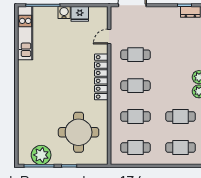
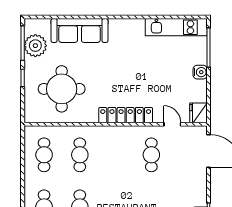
fridge: (80, 14) -> (198, 113), moved
cafe table: (136, 86) -> (116, 155), removed
sofa: (28, 117) -> (79, 31), added

